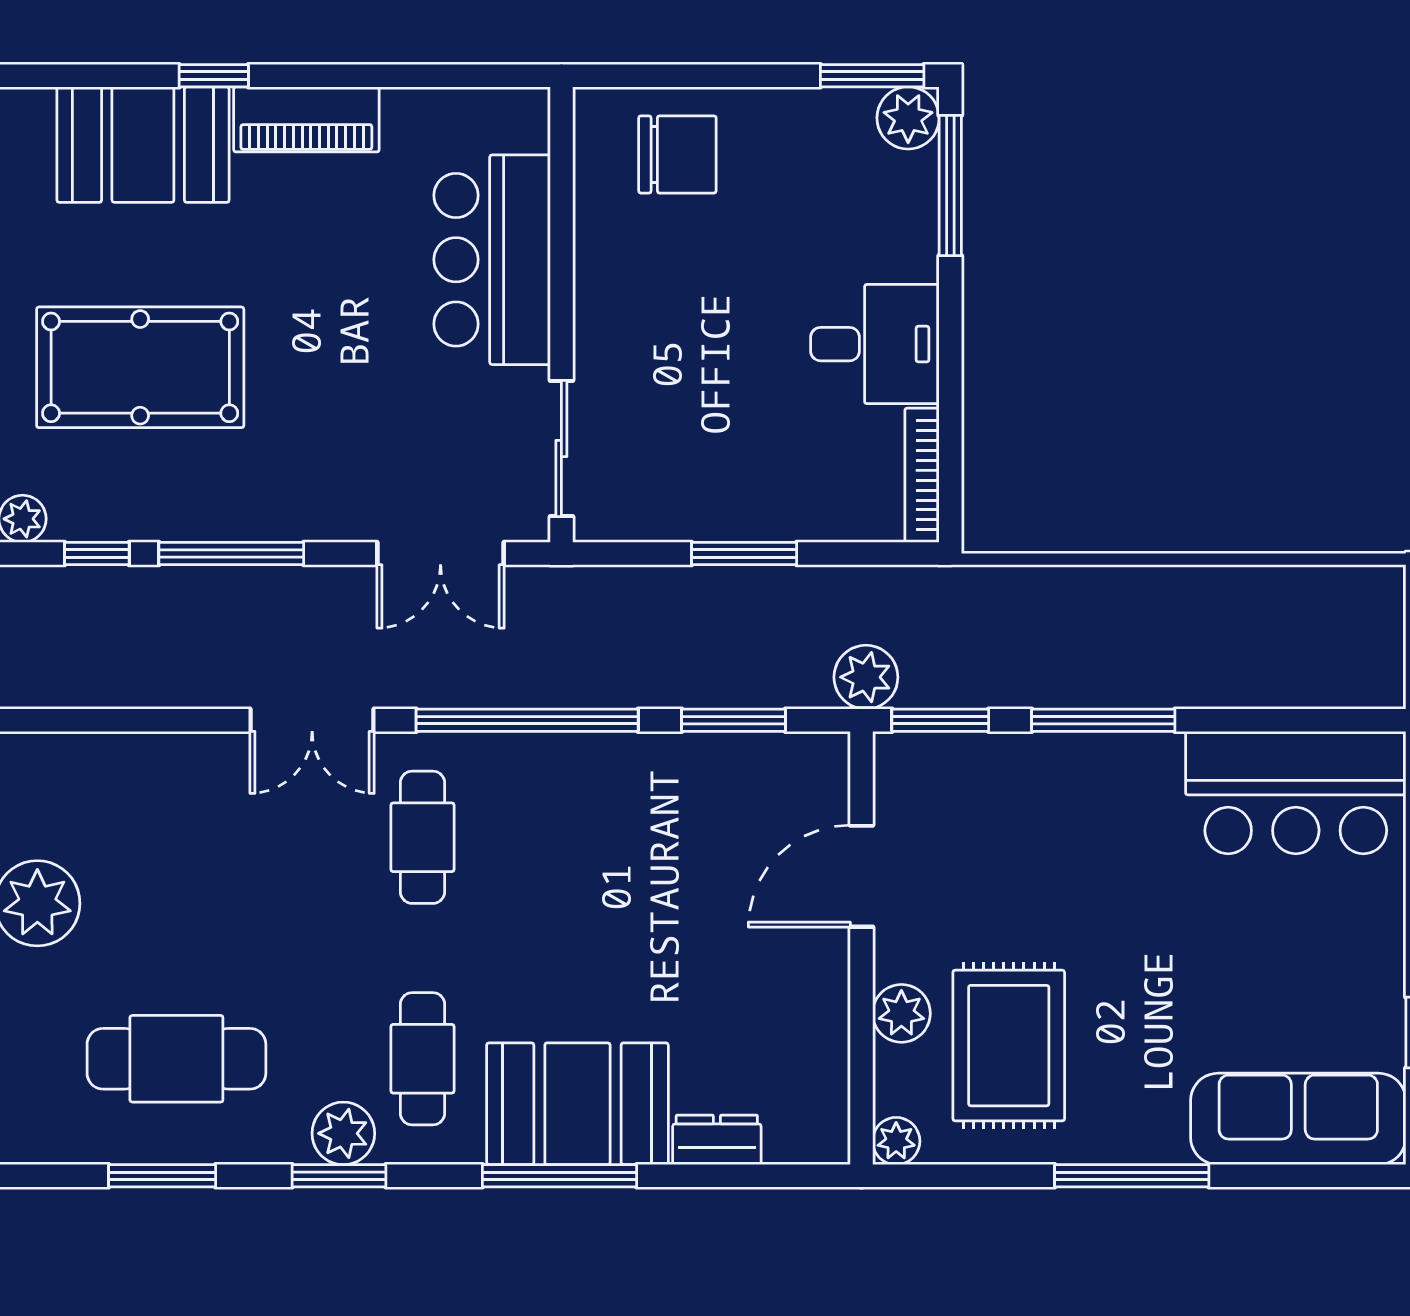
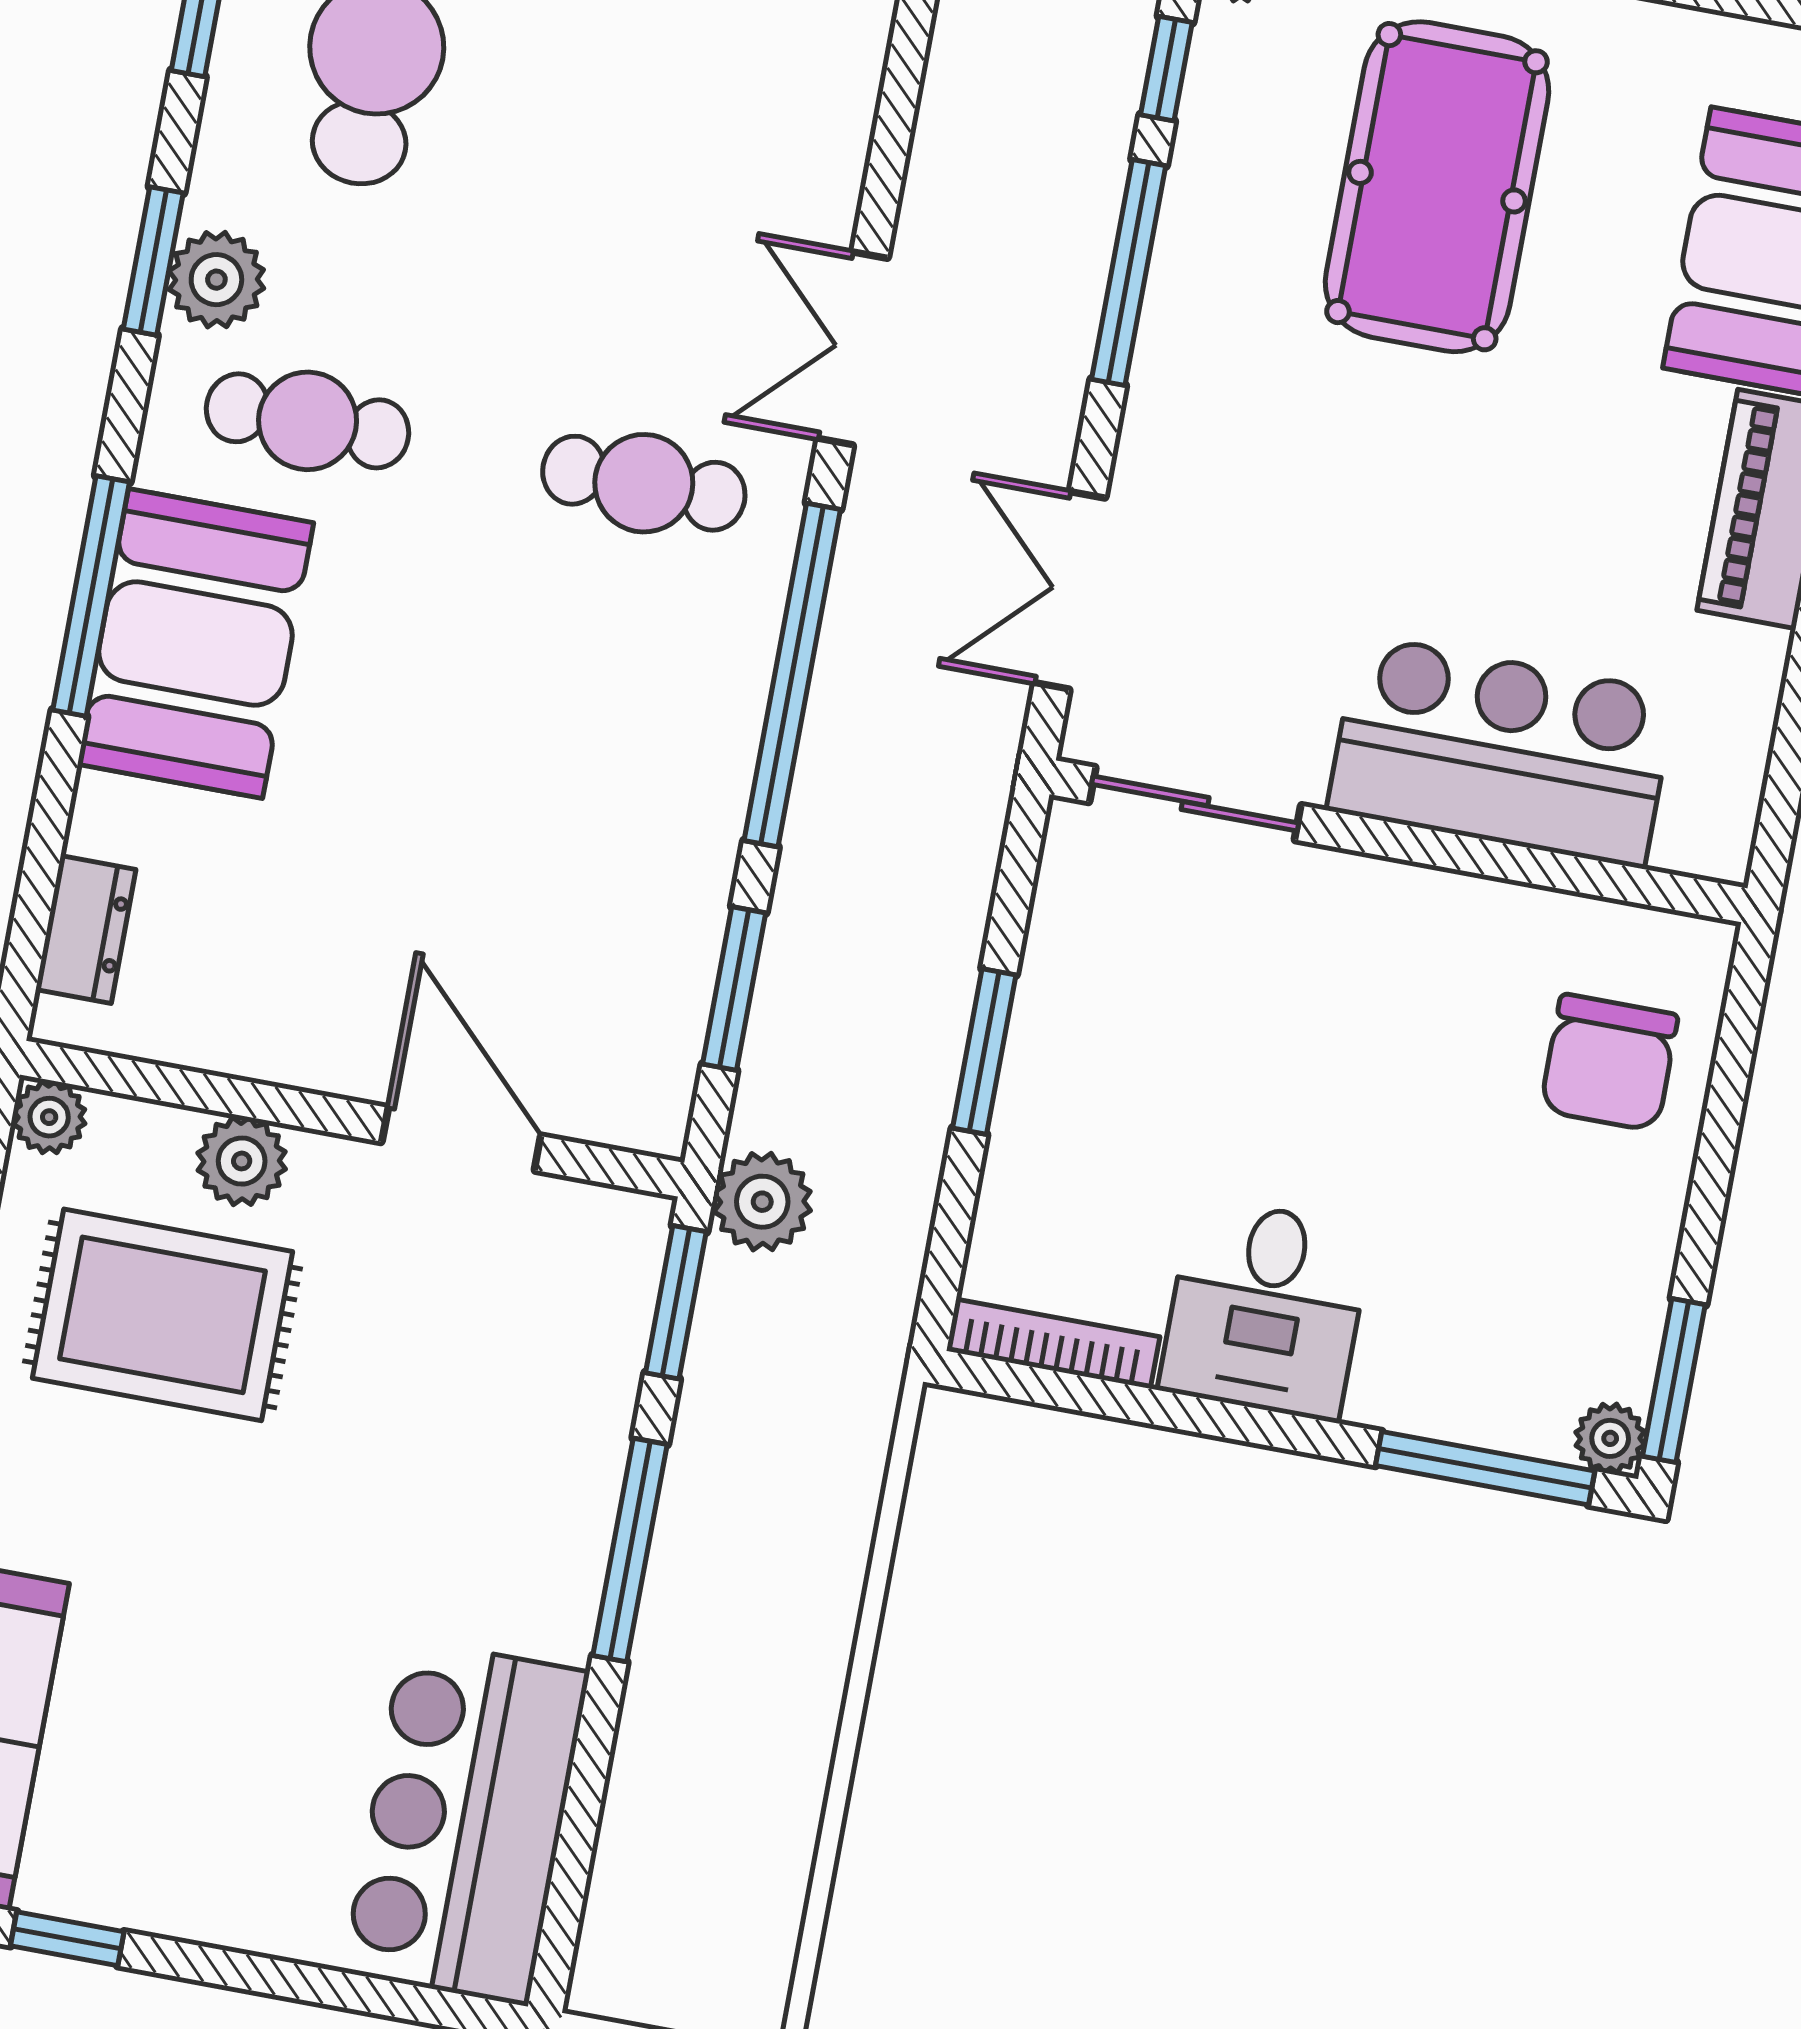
plant: (908, 118) -> (1610, 1438), width x0.73, depth x0.73
dresser: (717, 1140) -> (86, 929), moved

